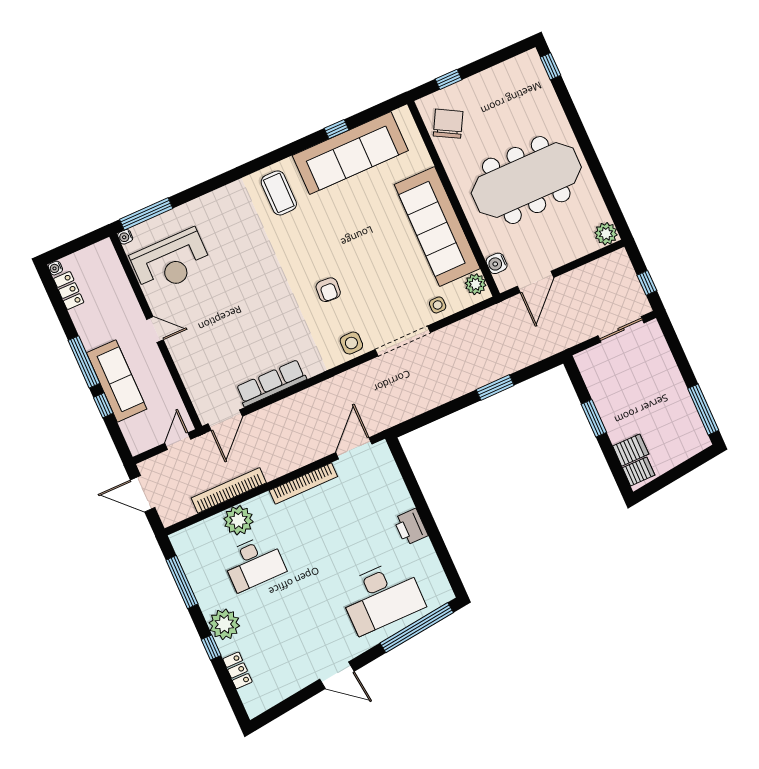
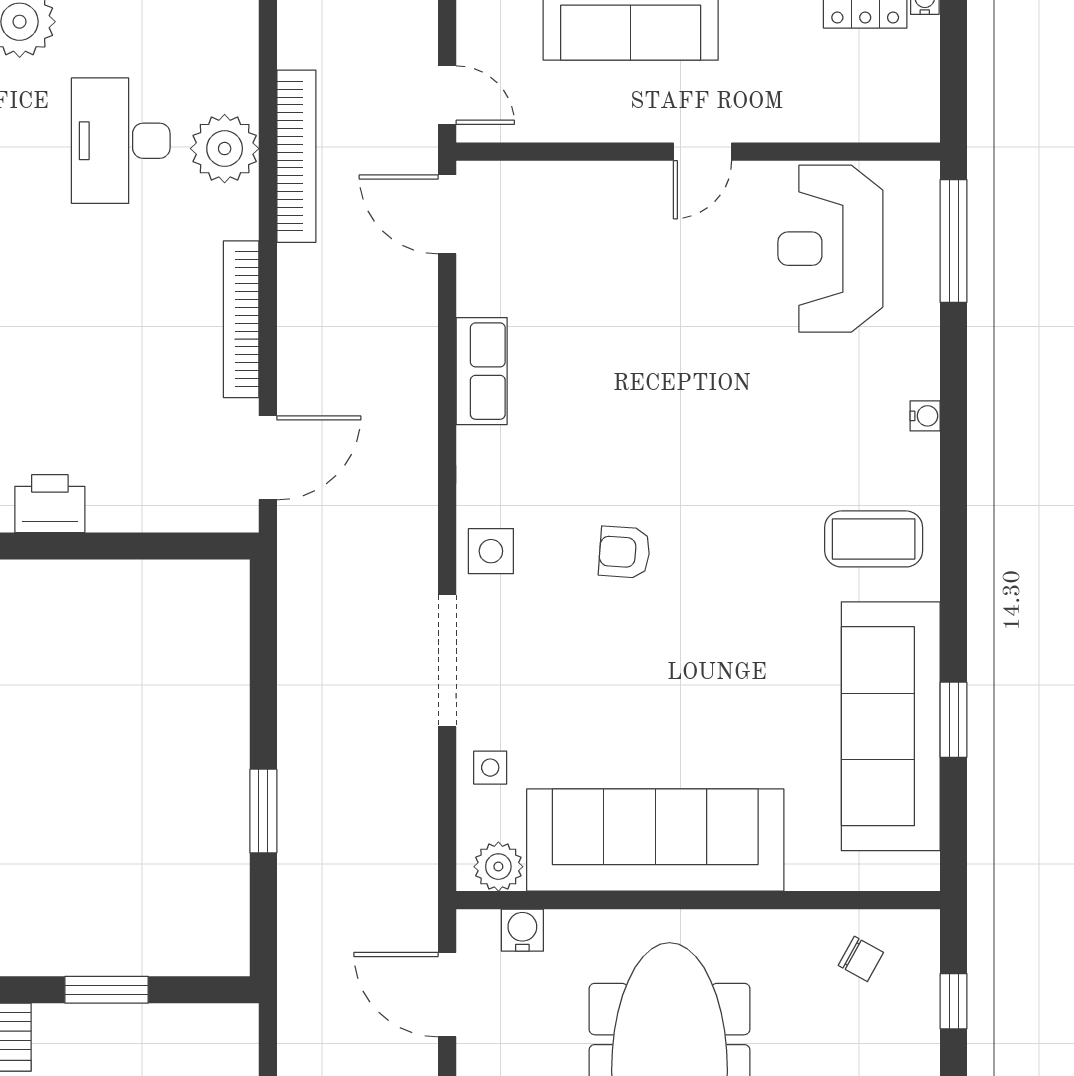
chair: (448, 124) -> (861, 959), width x0.54, depth x0.54
window: (337, 129) -> (954, 720), width x1.50
water cooler: (125, 237) -> (925, 416), moved, turned 90
row of seats: (271, 383) -> (482, 371), width x0.68
door: (354, 448) -> (268, 458), hinge flipped

